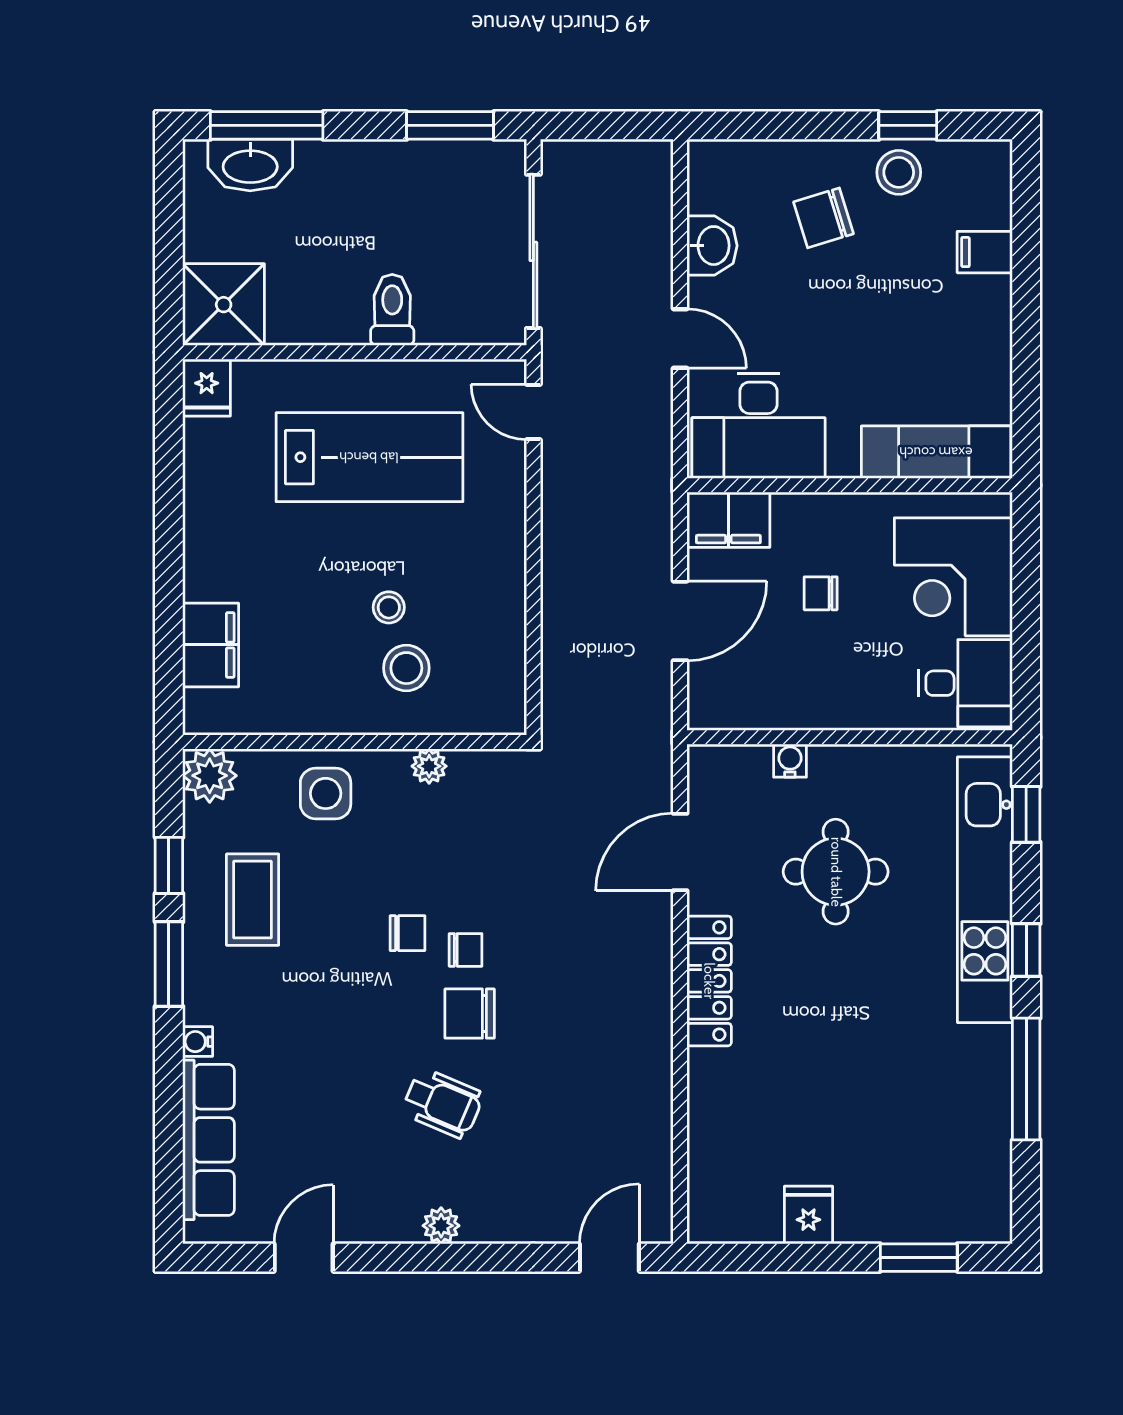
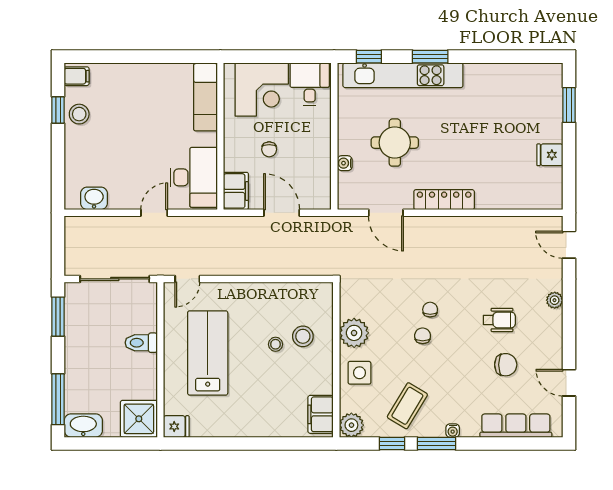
washbasin: (250, 165) -> (83, 426), moved, turned -90
chair: (824, 218) -> (100, 148), removed
washbasin: (712, 246) -> (94, 198), moved
filing cabinet: (985, 252) -> (77, 76), moved, turned -90
filing cabinet: (211, 645) -> (321, 414), moved, turned -90
plant: (429, 766) -> (354, 333), width x1.88, depth x1.88
coffee table: (253, 900) -> (407, 406), turned -59
window: (1026, 950) -> (430, 57), width x1.50
chair: (470, 1014) -> (506, 365), moved, turned -90
water cooler: (198, 1042) -> (453, 431), moved
window: (1026, 1079) -> (488, 57), removed
wheelchair: (443, 1103) -> (499, 320), turned 67
plant: (441, 1226) -> (555, 300), moved

